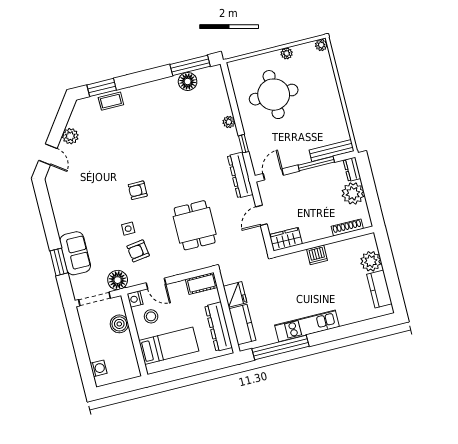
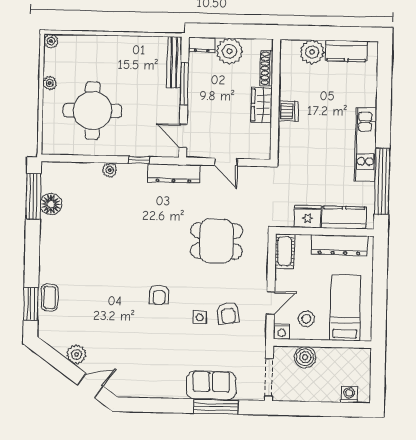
wardrobe: (286, 239) -> (261, 105), moved
window: (59, 262) -> (216, 407), width x1.44
floor lamp: (118, 280) -> (255, 346), removed

